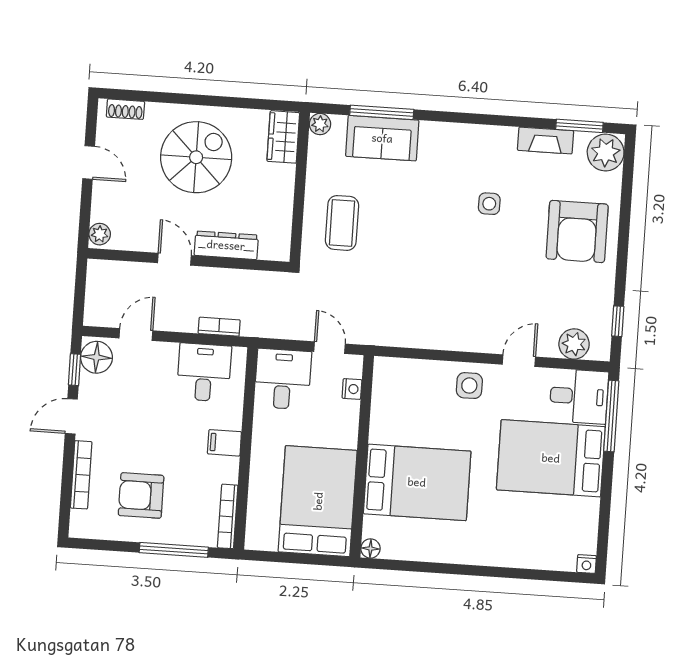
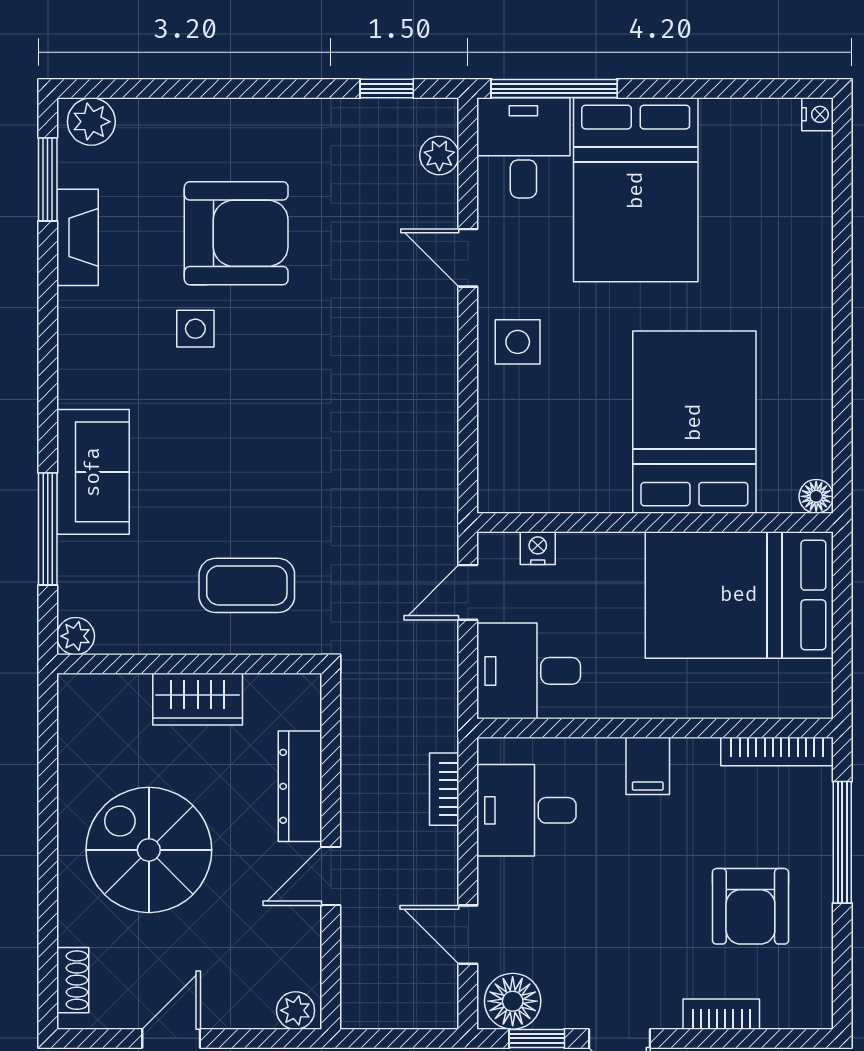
wardrobe: (283, 137) -> (198, 699), moved
sofa: (382, 138) -> (93, 472), moved
plant: (606, 152) -> (91, 122), width x0.73, depth x0.73
armchair: (577, 231) -> (236, 233), moved
plant: (574, 344) -> (439, 155), width x0.73, depth x0.73
bookcase: (81, 475) -> (721, 1014), width x0.64

